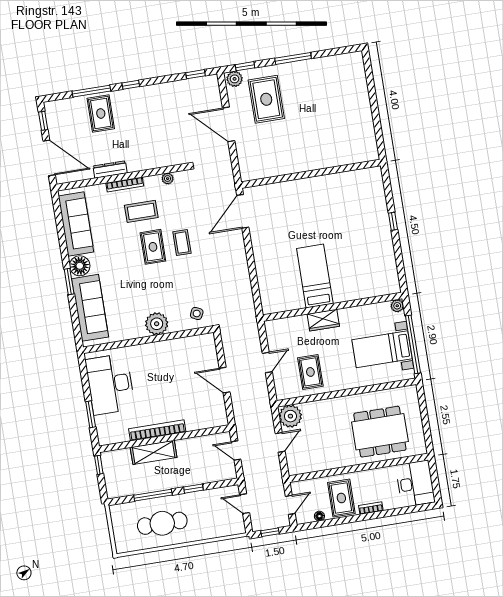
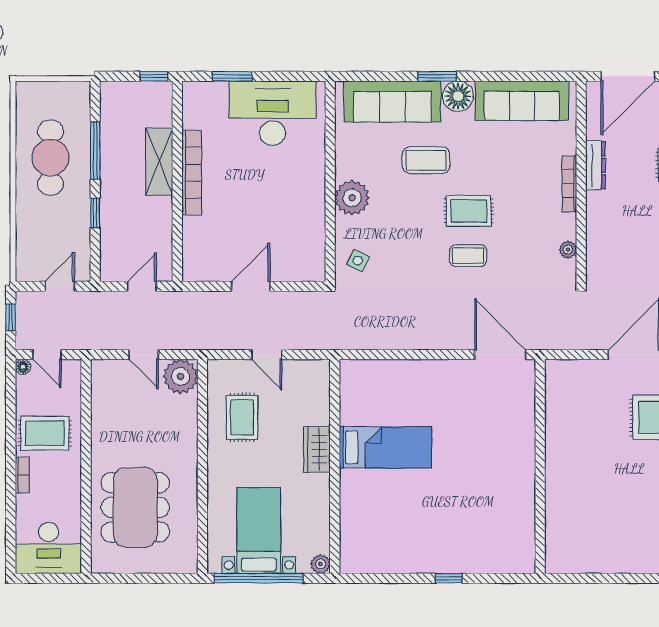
coffee table: (141, 211) -> (426, 160), moved, turned 90
rug: (310, 372) -> (242, 417), turned 90
floor lamp: (319, 516) -> (23, 367), moved

